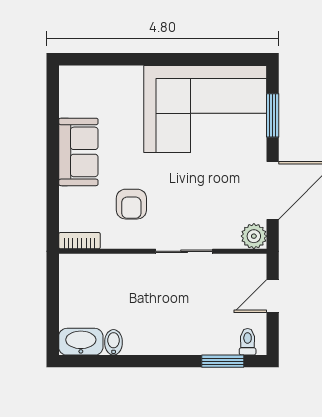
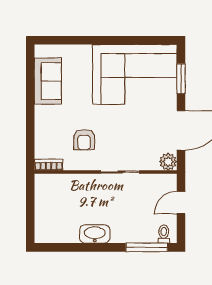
sofa: (78, 152) -> (48, 81), moved
washbasin: (81, 342) -> (95, 234), moved
bidet: (114, 342) -> (72, 234), removed
window: (223, 361) -> (147, 247), width x1.44

